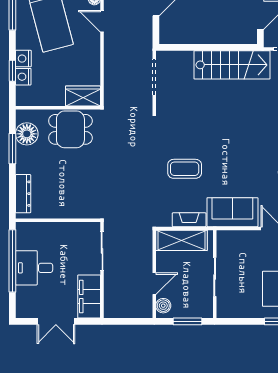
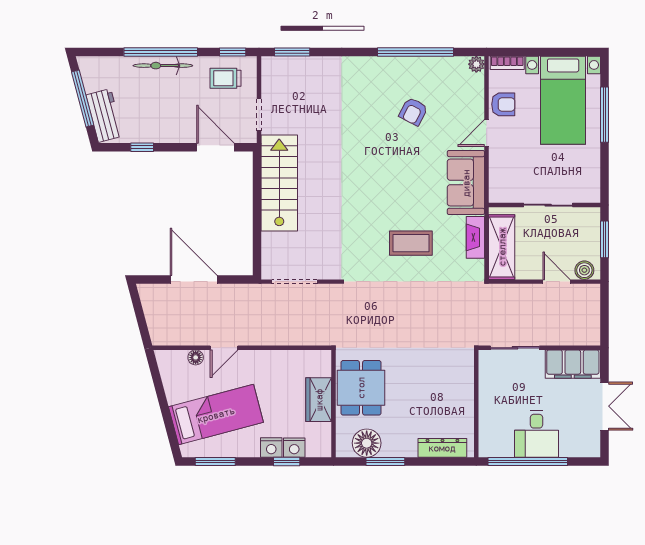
wardrobe: (83, 96) -> (319, 400), moved
coffee table: (185, 169) -> (411, 243), turned 90

